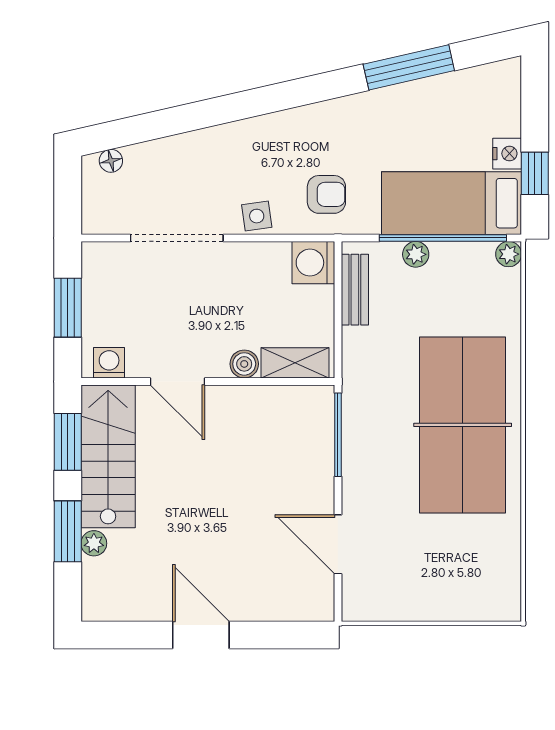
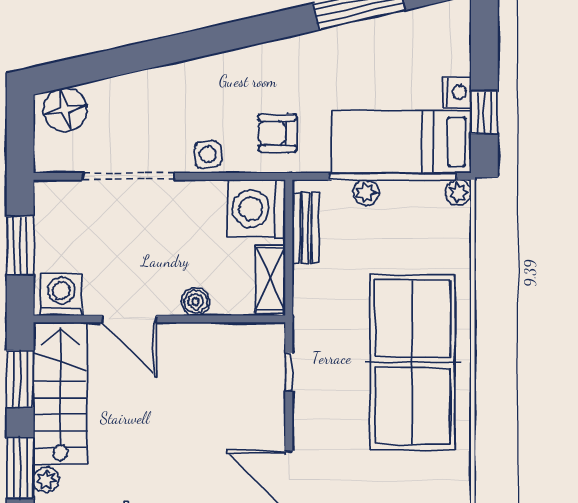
floor lamp: (111, 161) -> (65, 110), width x1.89, depth x1.89
armchair: (326, 194) -> (277, 133), turned 180
washing machine: (313, 263) -> (256, 209), width x1.37, depth x1.37
washing machine: (109, 363) -> (61, 295), width x1.38, depth x1.38
shelving: (295, 363) -> (270, 279), moved, turned 90
window: (338, 435) -> (289, 372), width x0.46

